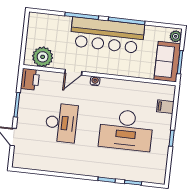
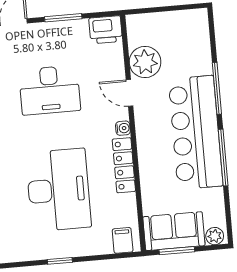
plant: (43, 57) -> (145, 62), moved
locker: (119, 85) -> (124, 165), added
filing cabinet: (165, 107) -> (123, 240), moved
desk: (126, 130) -> (58, 190), turned 180

